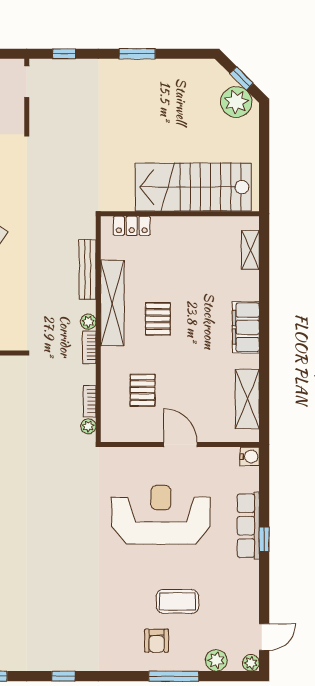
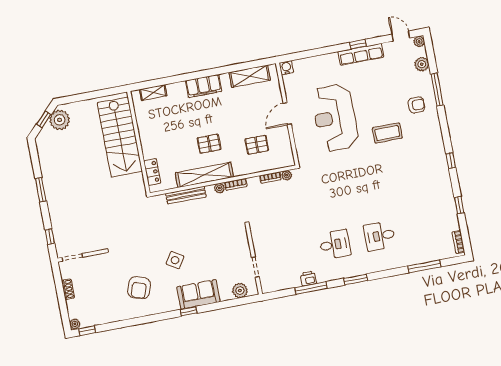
row of seats: (248, 526) -> (361, 54), moved
window: (264, 539) -> (358, 44), moved
coffee table: (177, 601) -> (387, 133), moved, turned 90

